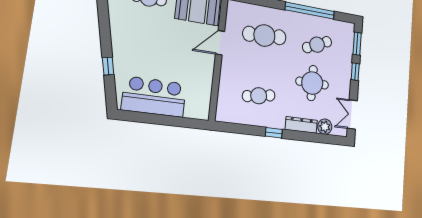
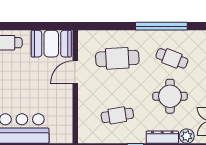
cafe table: (317, 45) -> (172, 58), turned 45

